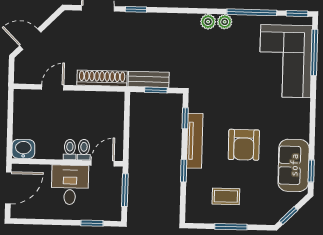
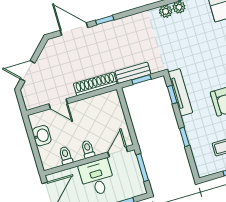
door: (53, 87) -> (58, 104), swing flipped
tv unit: (195, 141) -> (180, 92), moved
washbasin: (23, 149) -> (42, 136), moved, turned 90
toilet: (84, 150) -> (66, 156), moved

